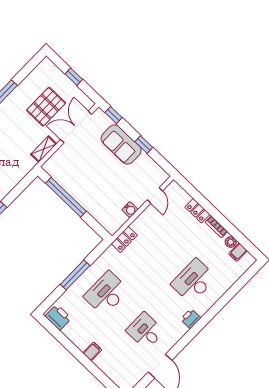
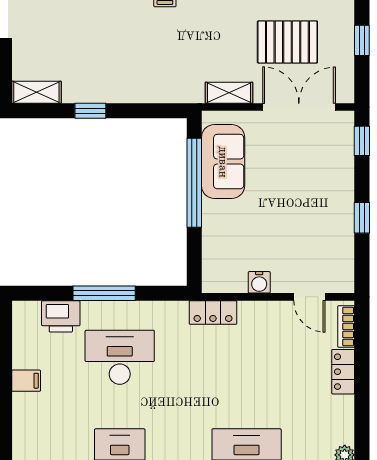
sofa: (121, 145) -> (223, 162), moved, turned 180
door: (155, 195) -> (309, 297), hinge flipped
bookcase: (216, 227) -> (346, 326), moved
printer: (58, 317) -> (61, 316), moved, turned 90
filing cabinet: (92, 351) -> (26, 381), moved

